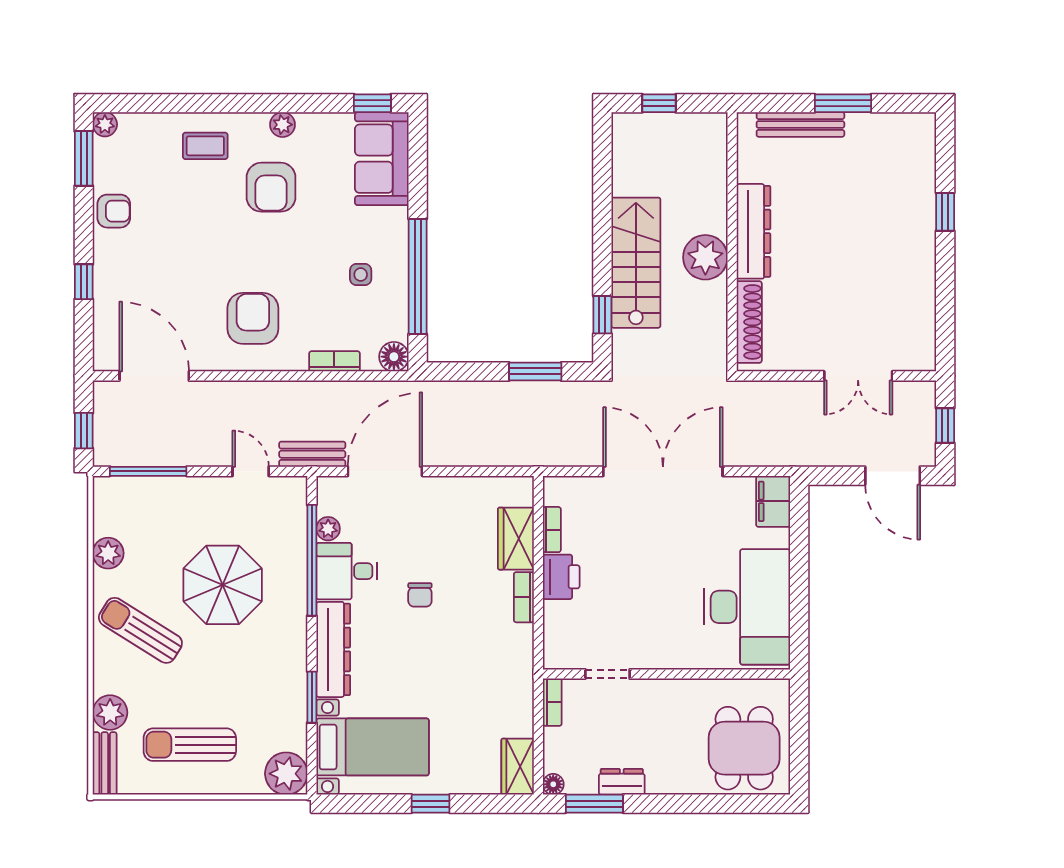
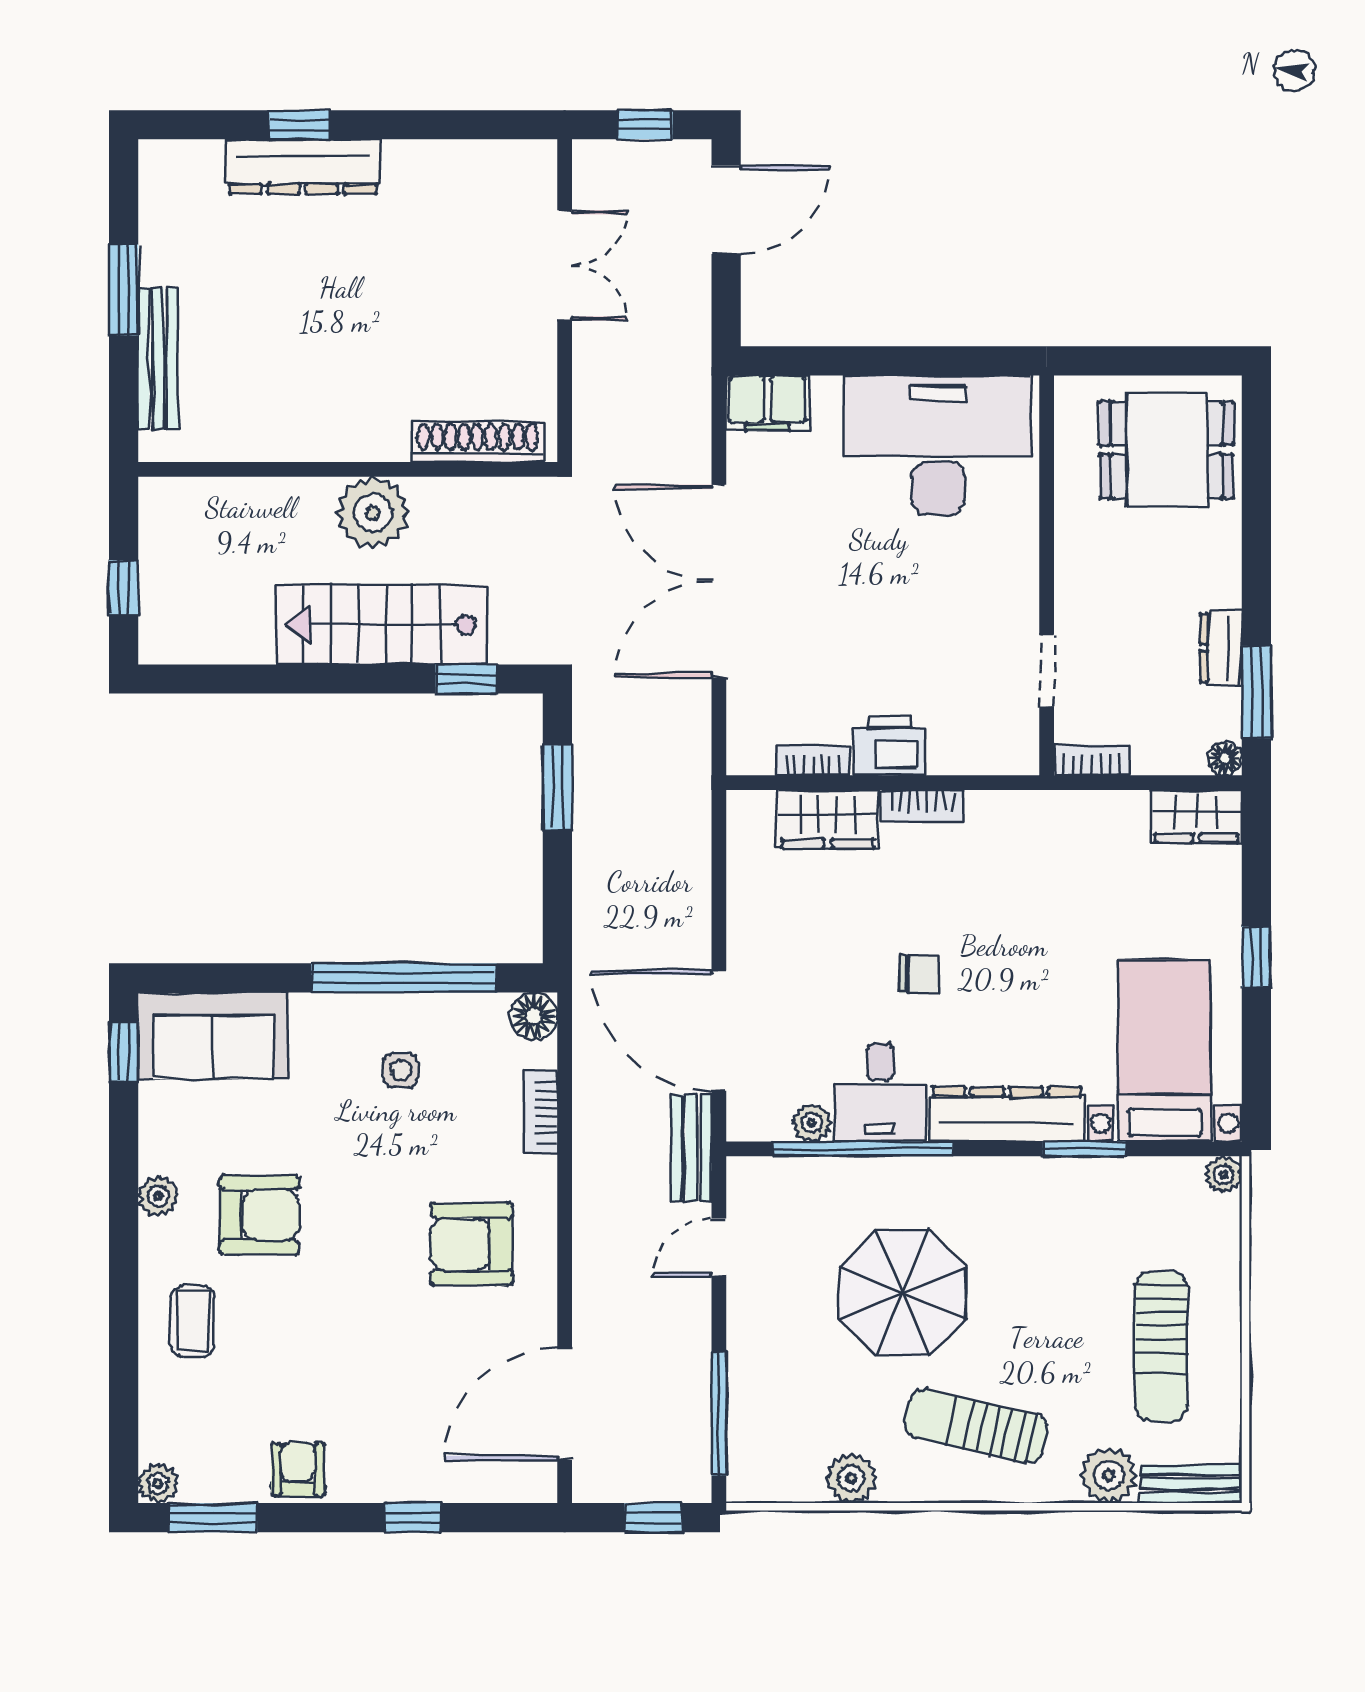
dresser: (753, 231) -> (303, 167), moved, turned 180
sun lounger: (140, 630) -> (976, 1426), turned 71
plant: (286, 774) -> (1224, 1174), width x0.53, depth x0.53

